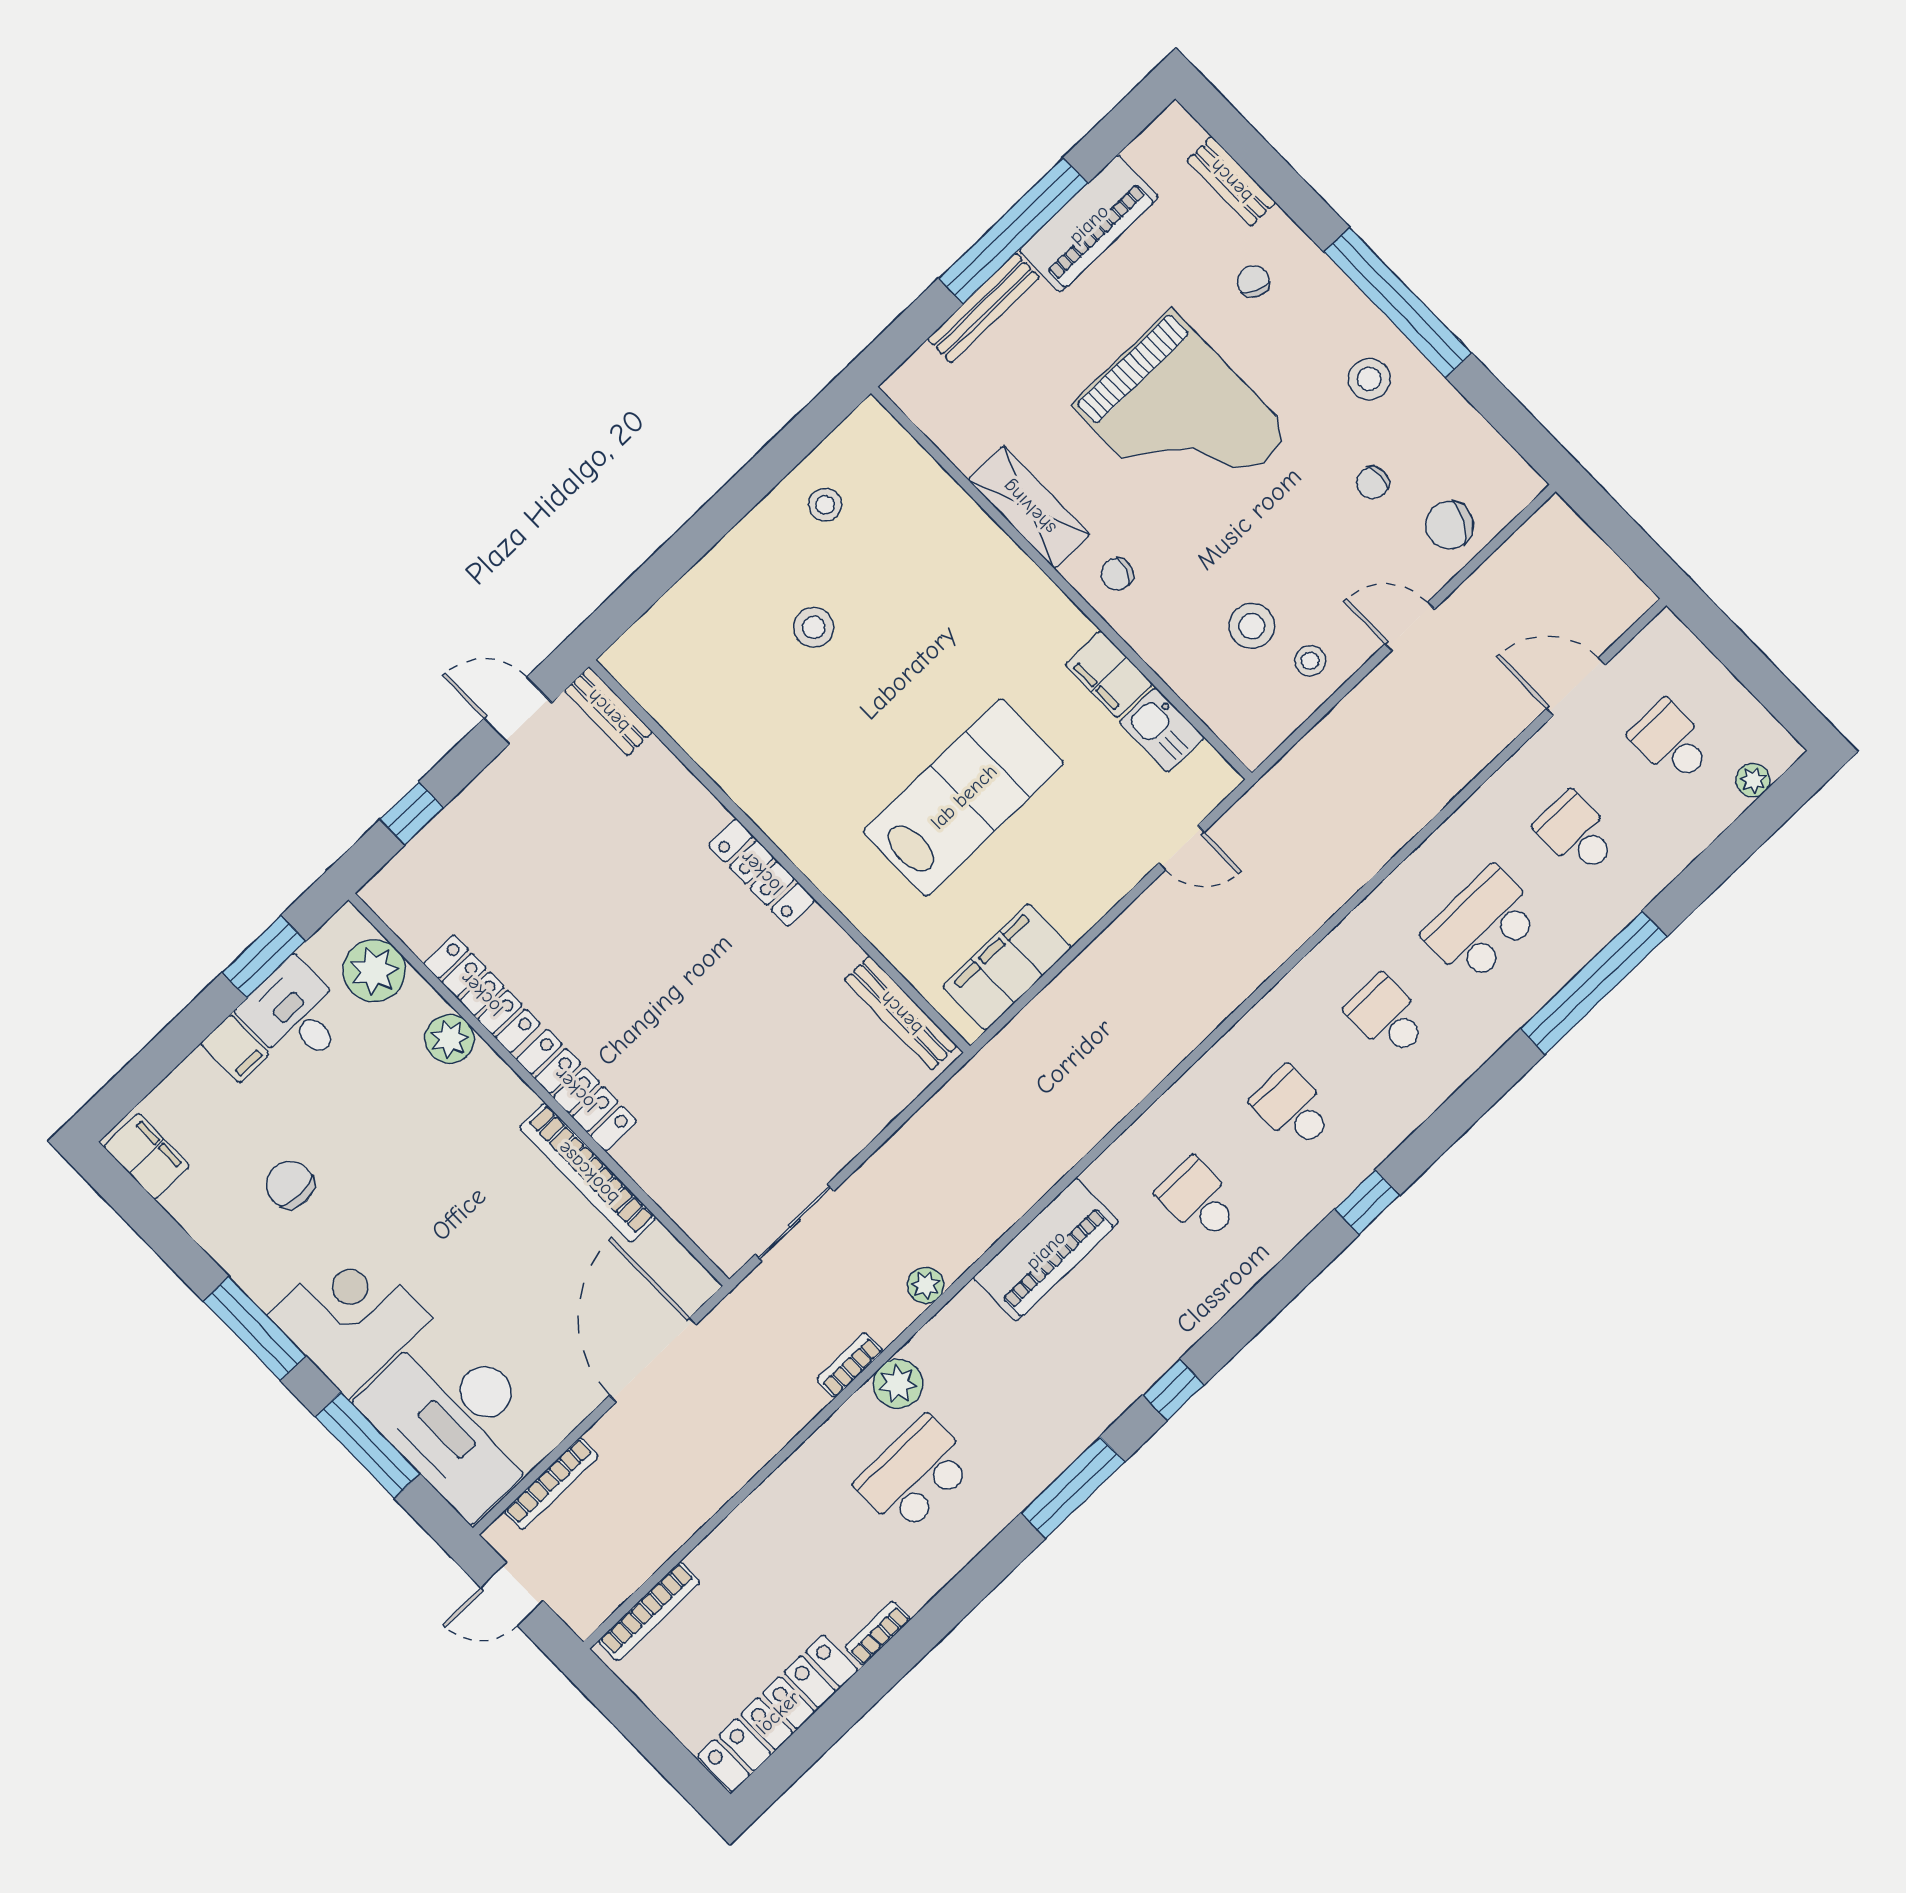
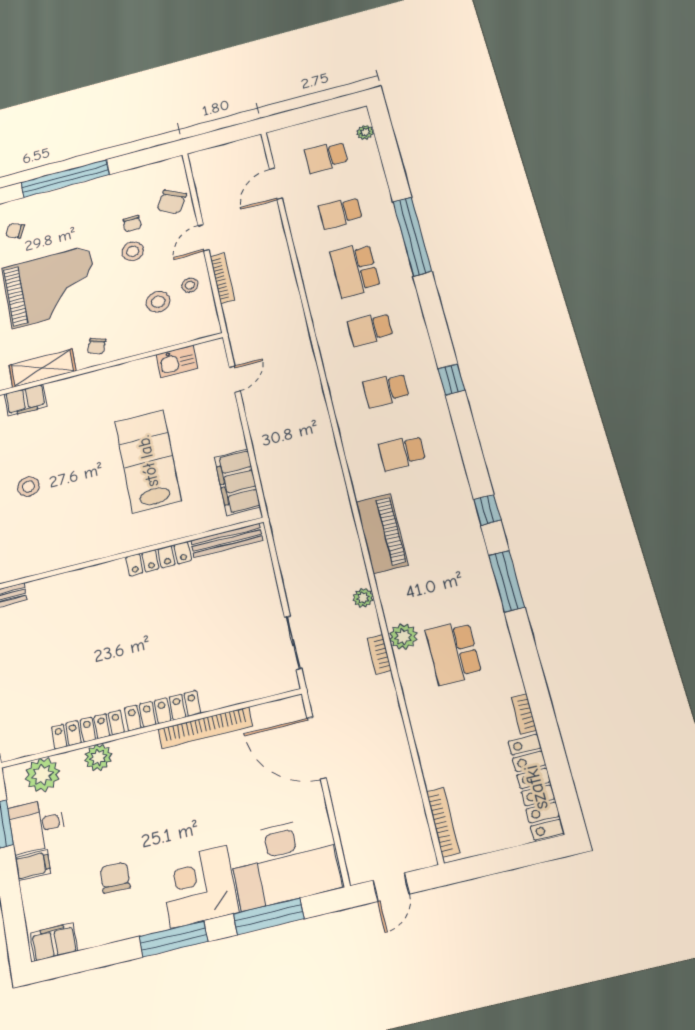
stool: (1369, 379) -> (133, 251), moved
filing cabinet: (1109, 674) -> (26, 400), moved
locker: (762, 873) -> (159, 559), moved
chair: (290, 1184) -> (115, 878), turned 92
bookcase: (551, 1484) -> (222, 278), moved

